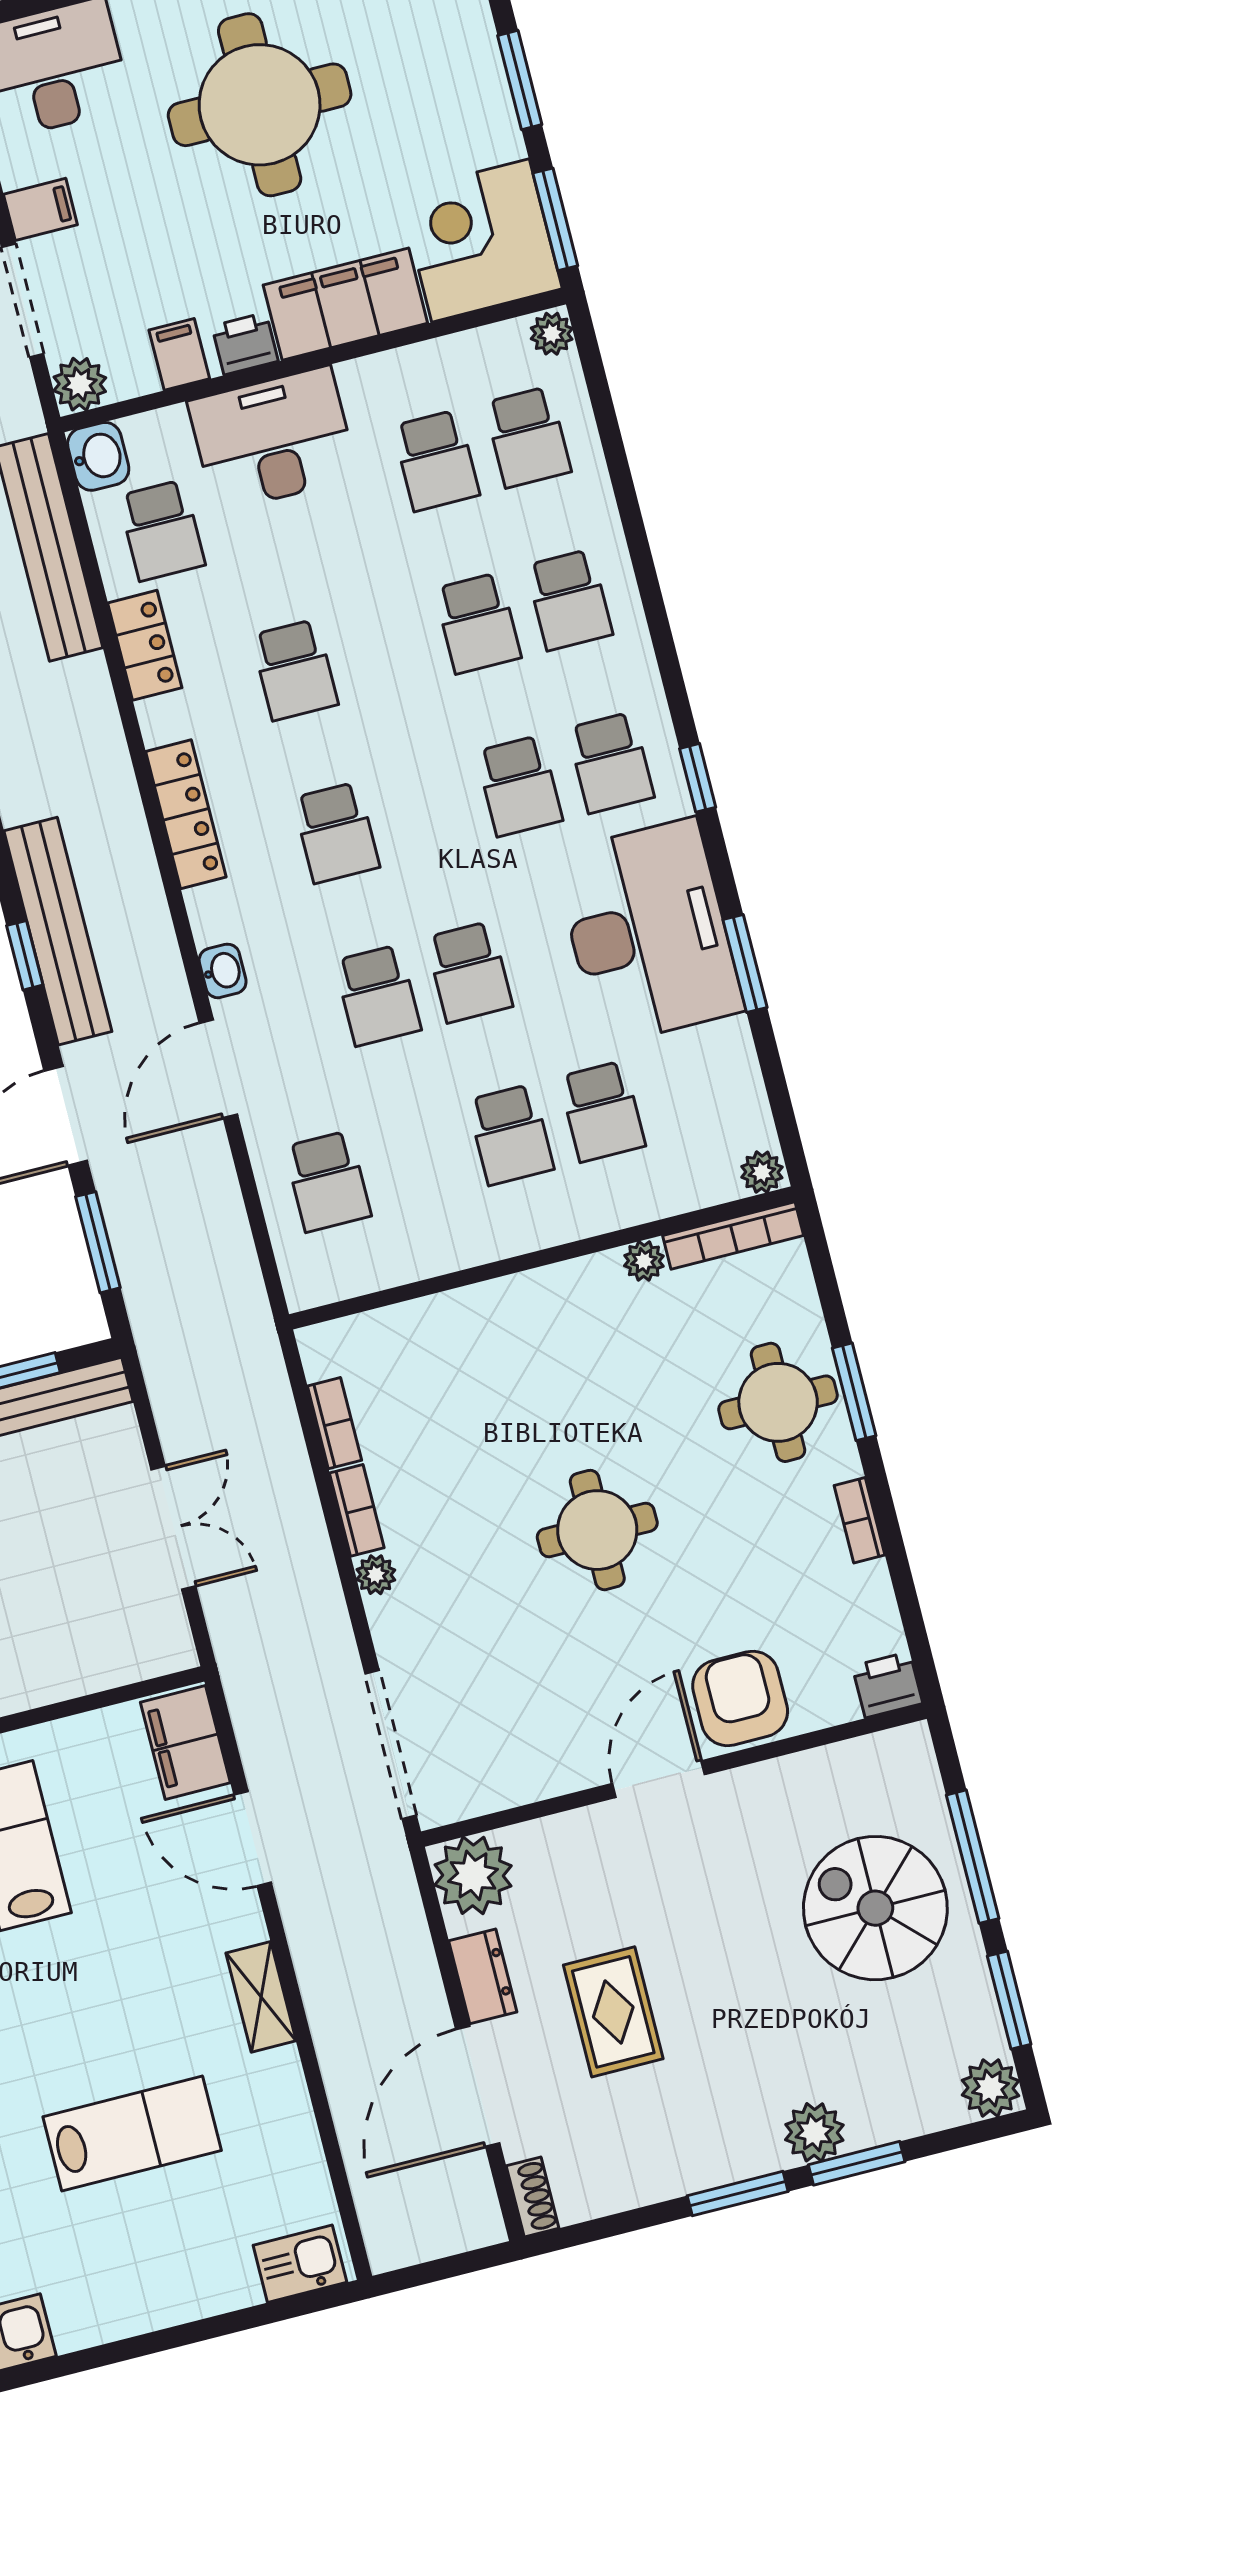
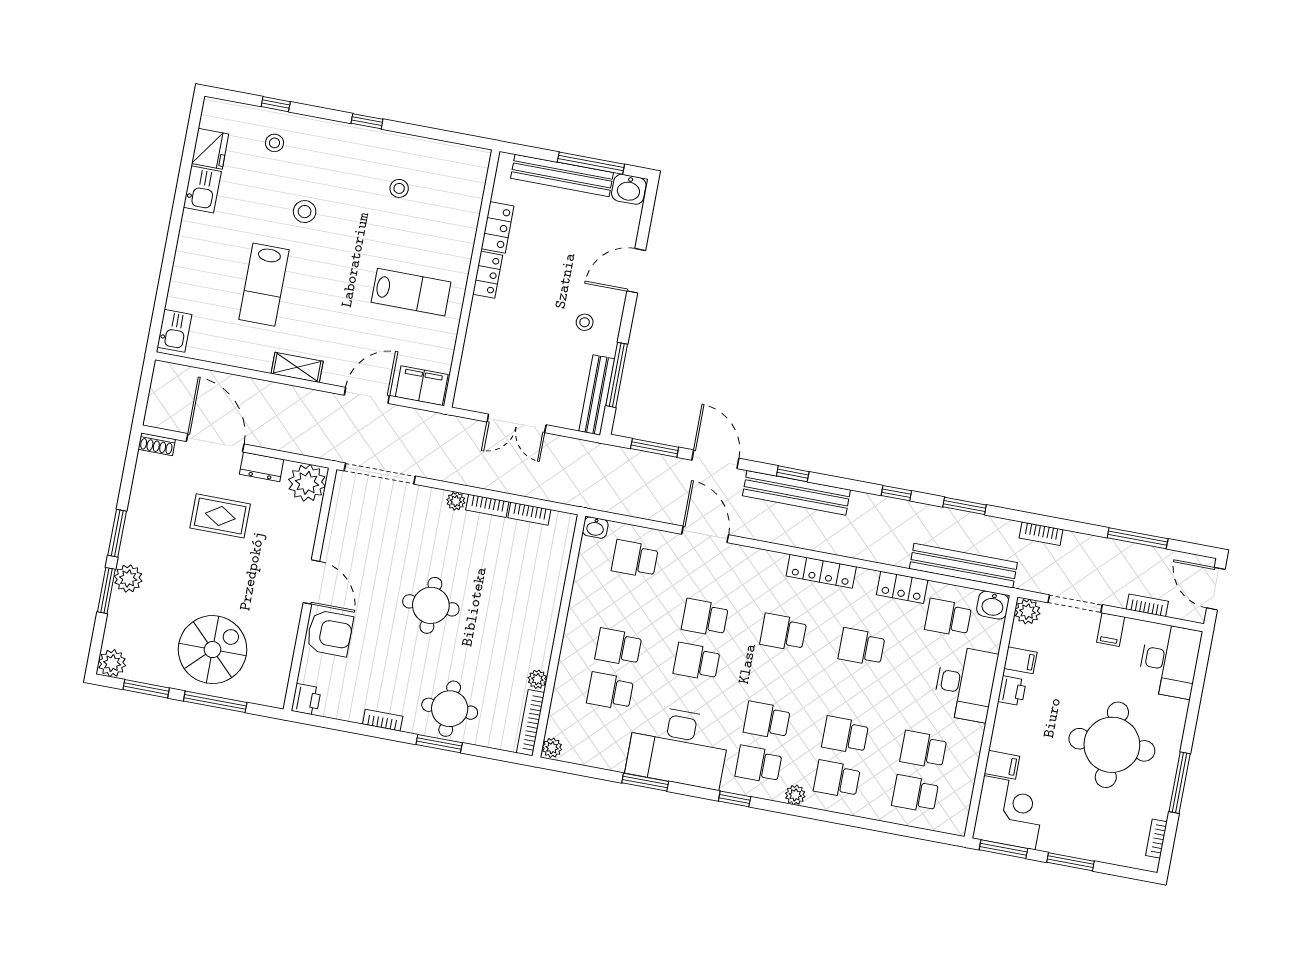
filing cabinet: (345, 304) -> (1002, 765), width x0.33, depth x0.86
plant: (552, 334) -> (795, 795), moved
washbasin: (223, 971) -> (595, 528), moved

